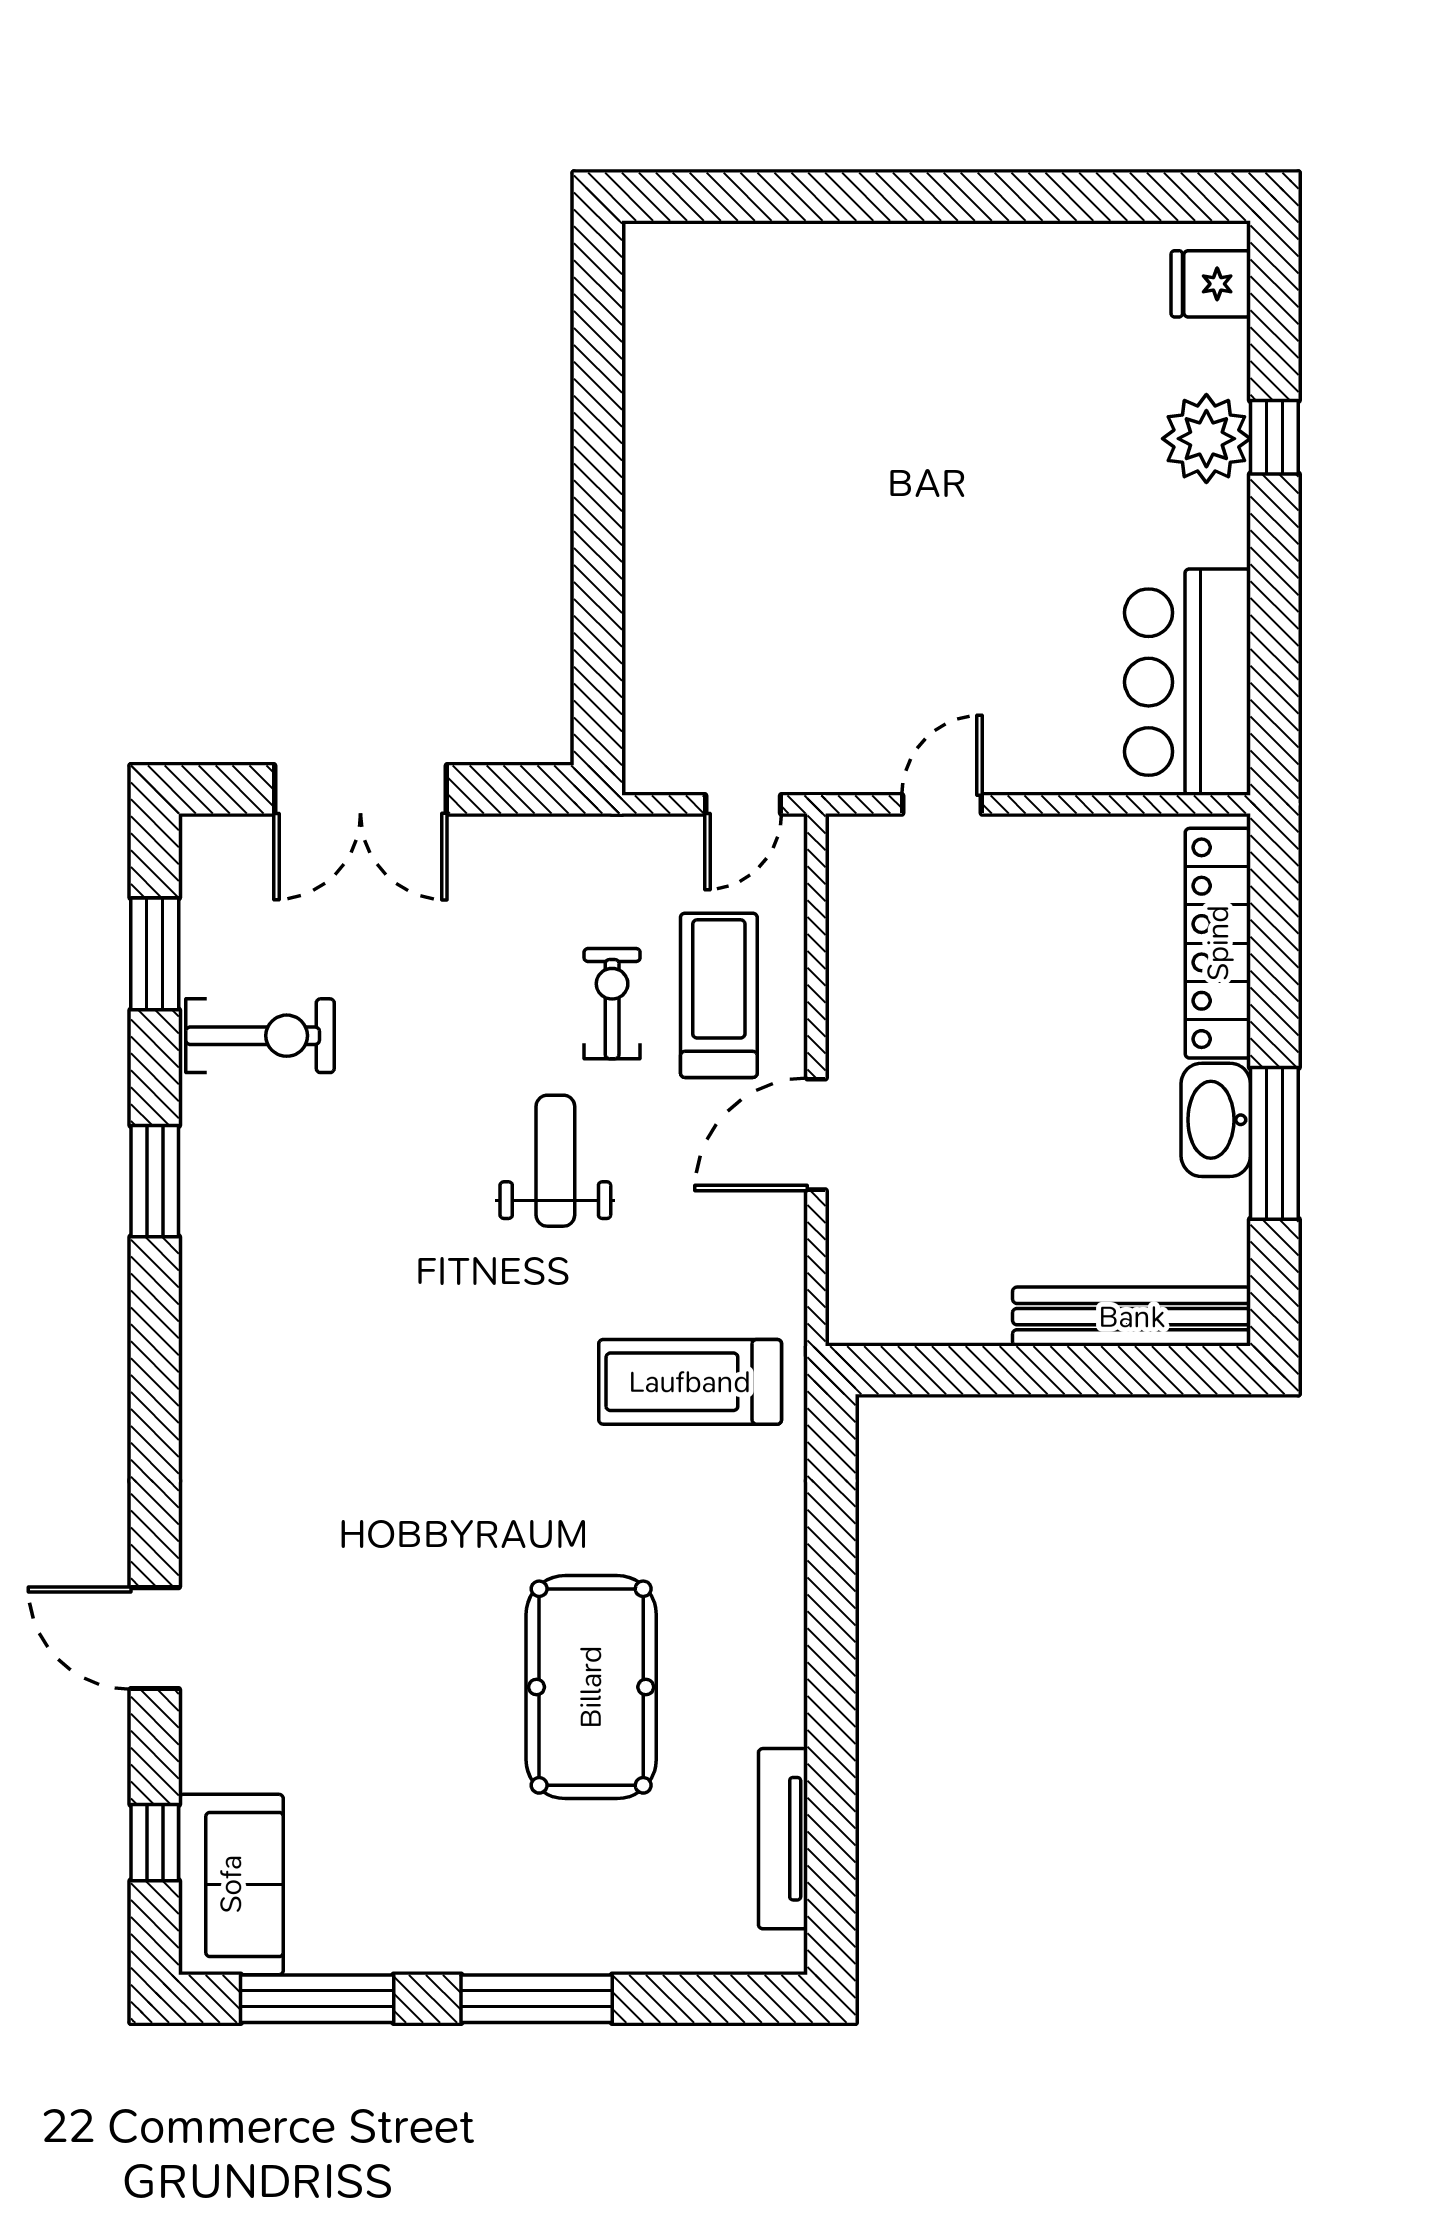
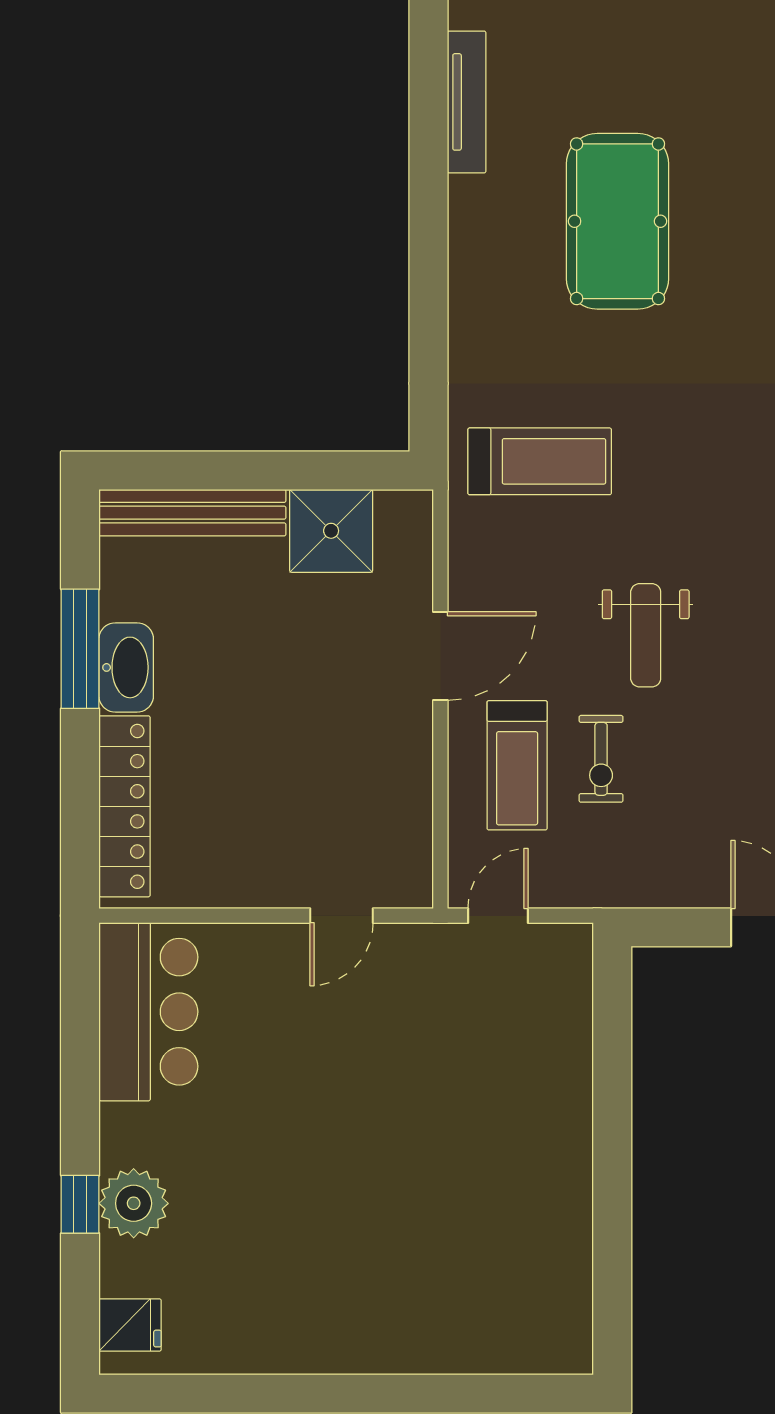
shower: (955, 1293) -> (331, 531), added

